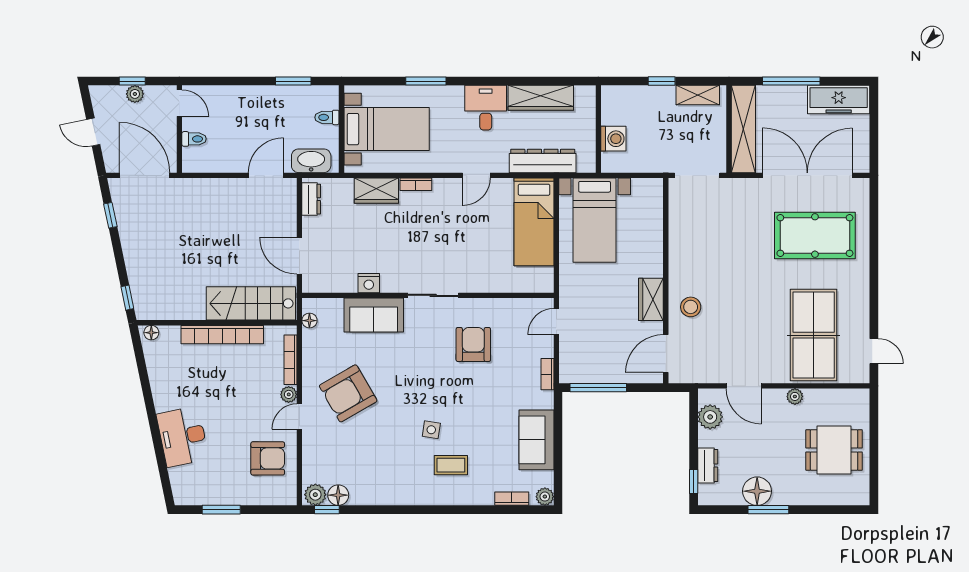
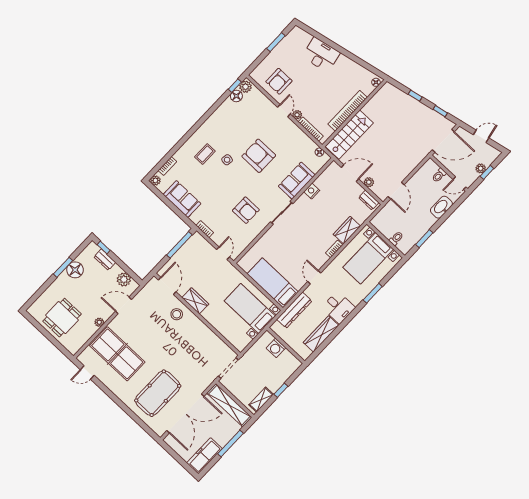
washbasin: (311, 161) -> (441, 207), moved, turned 180
plant: (288, 221) -> (369, 182), added
window: (127, 298) -> (415, 96), moved
armchair: (348, 393) -> (259, 156), moved, turned -60

